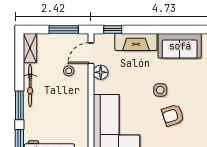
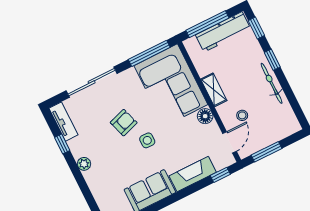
shelving: (30, 48) -> (214, 90), moved
floor lamp: (101, 72) -> (205, 116), moved
window: (19, 105) -> (272, 60), width x0.67

